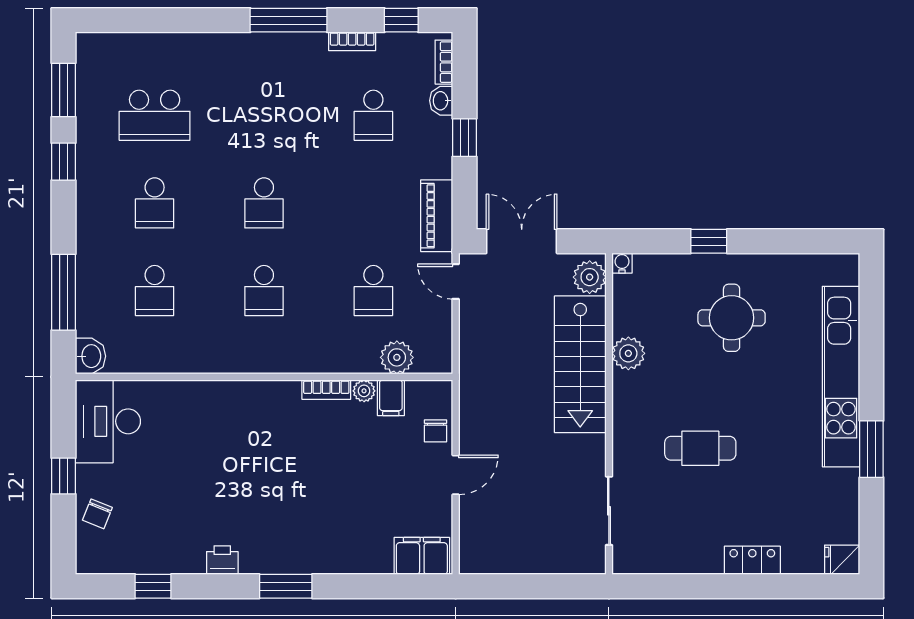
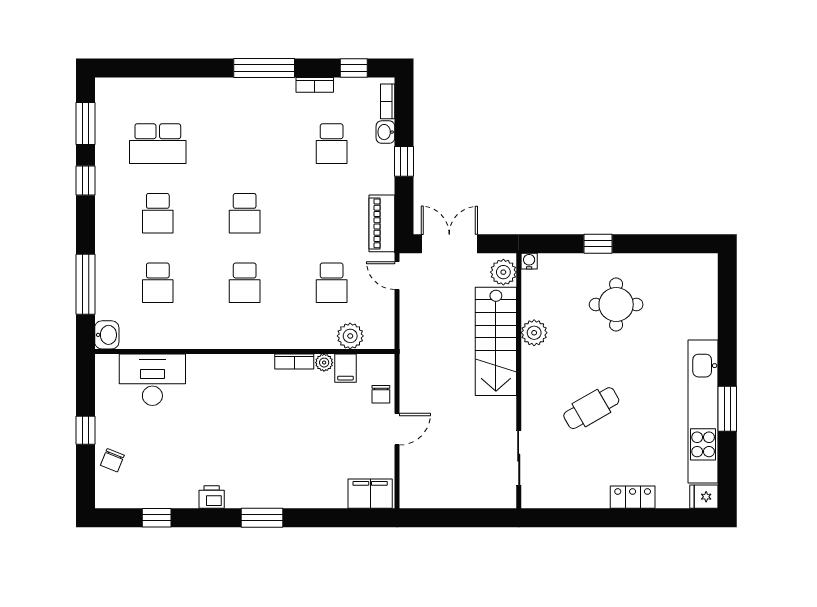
kitchen unit: (841, 377) -> (703, 411), moved
desk: (108, 421) -> (152, 380), moved, turned 90
cafe table: (700, 448) -> (591, 408), turned -30

